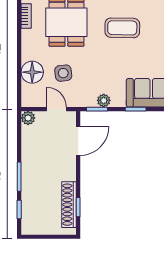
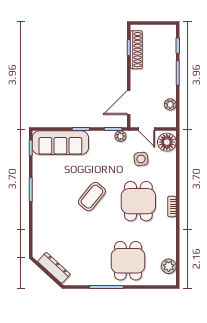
coffee table: (122, 28) -> (92, 197), turned -52
floor lamp: (32, 72) -> (167, 142), moved
plant: (104, 100) -> (120, 136), moved
plant: (28, 118) -> (170, 104), moved

